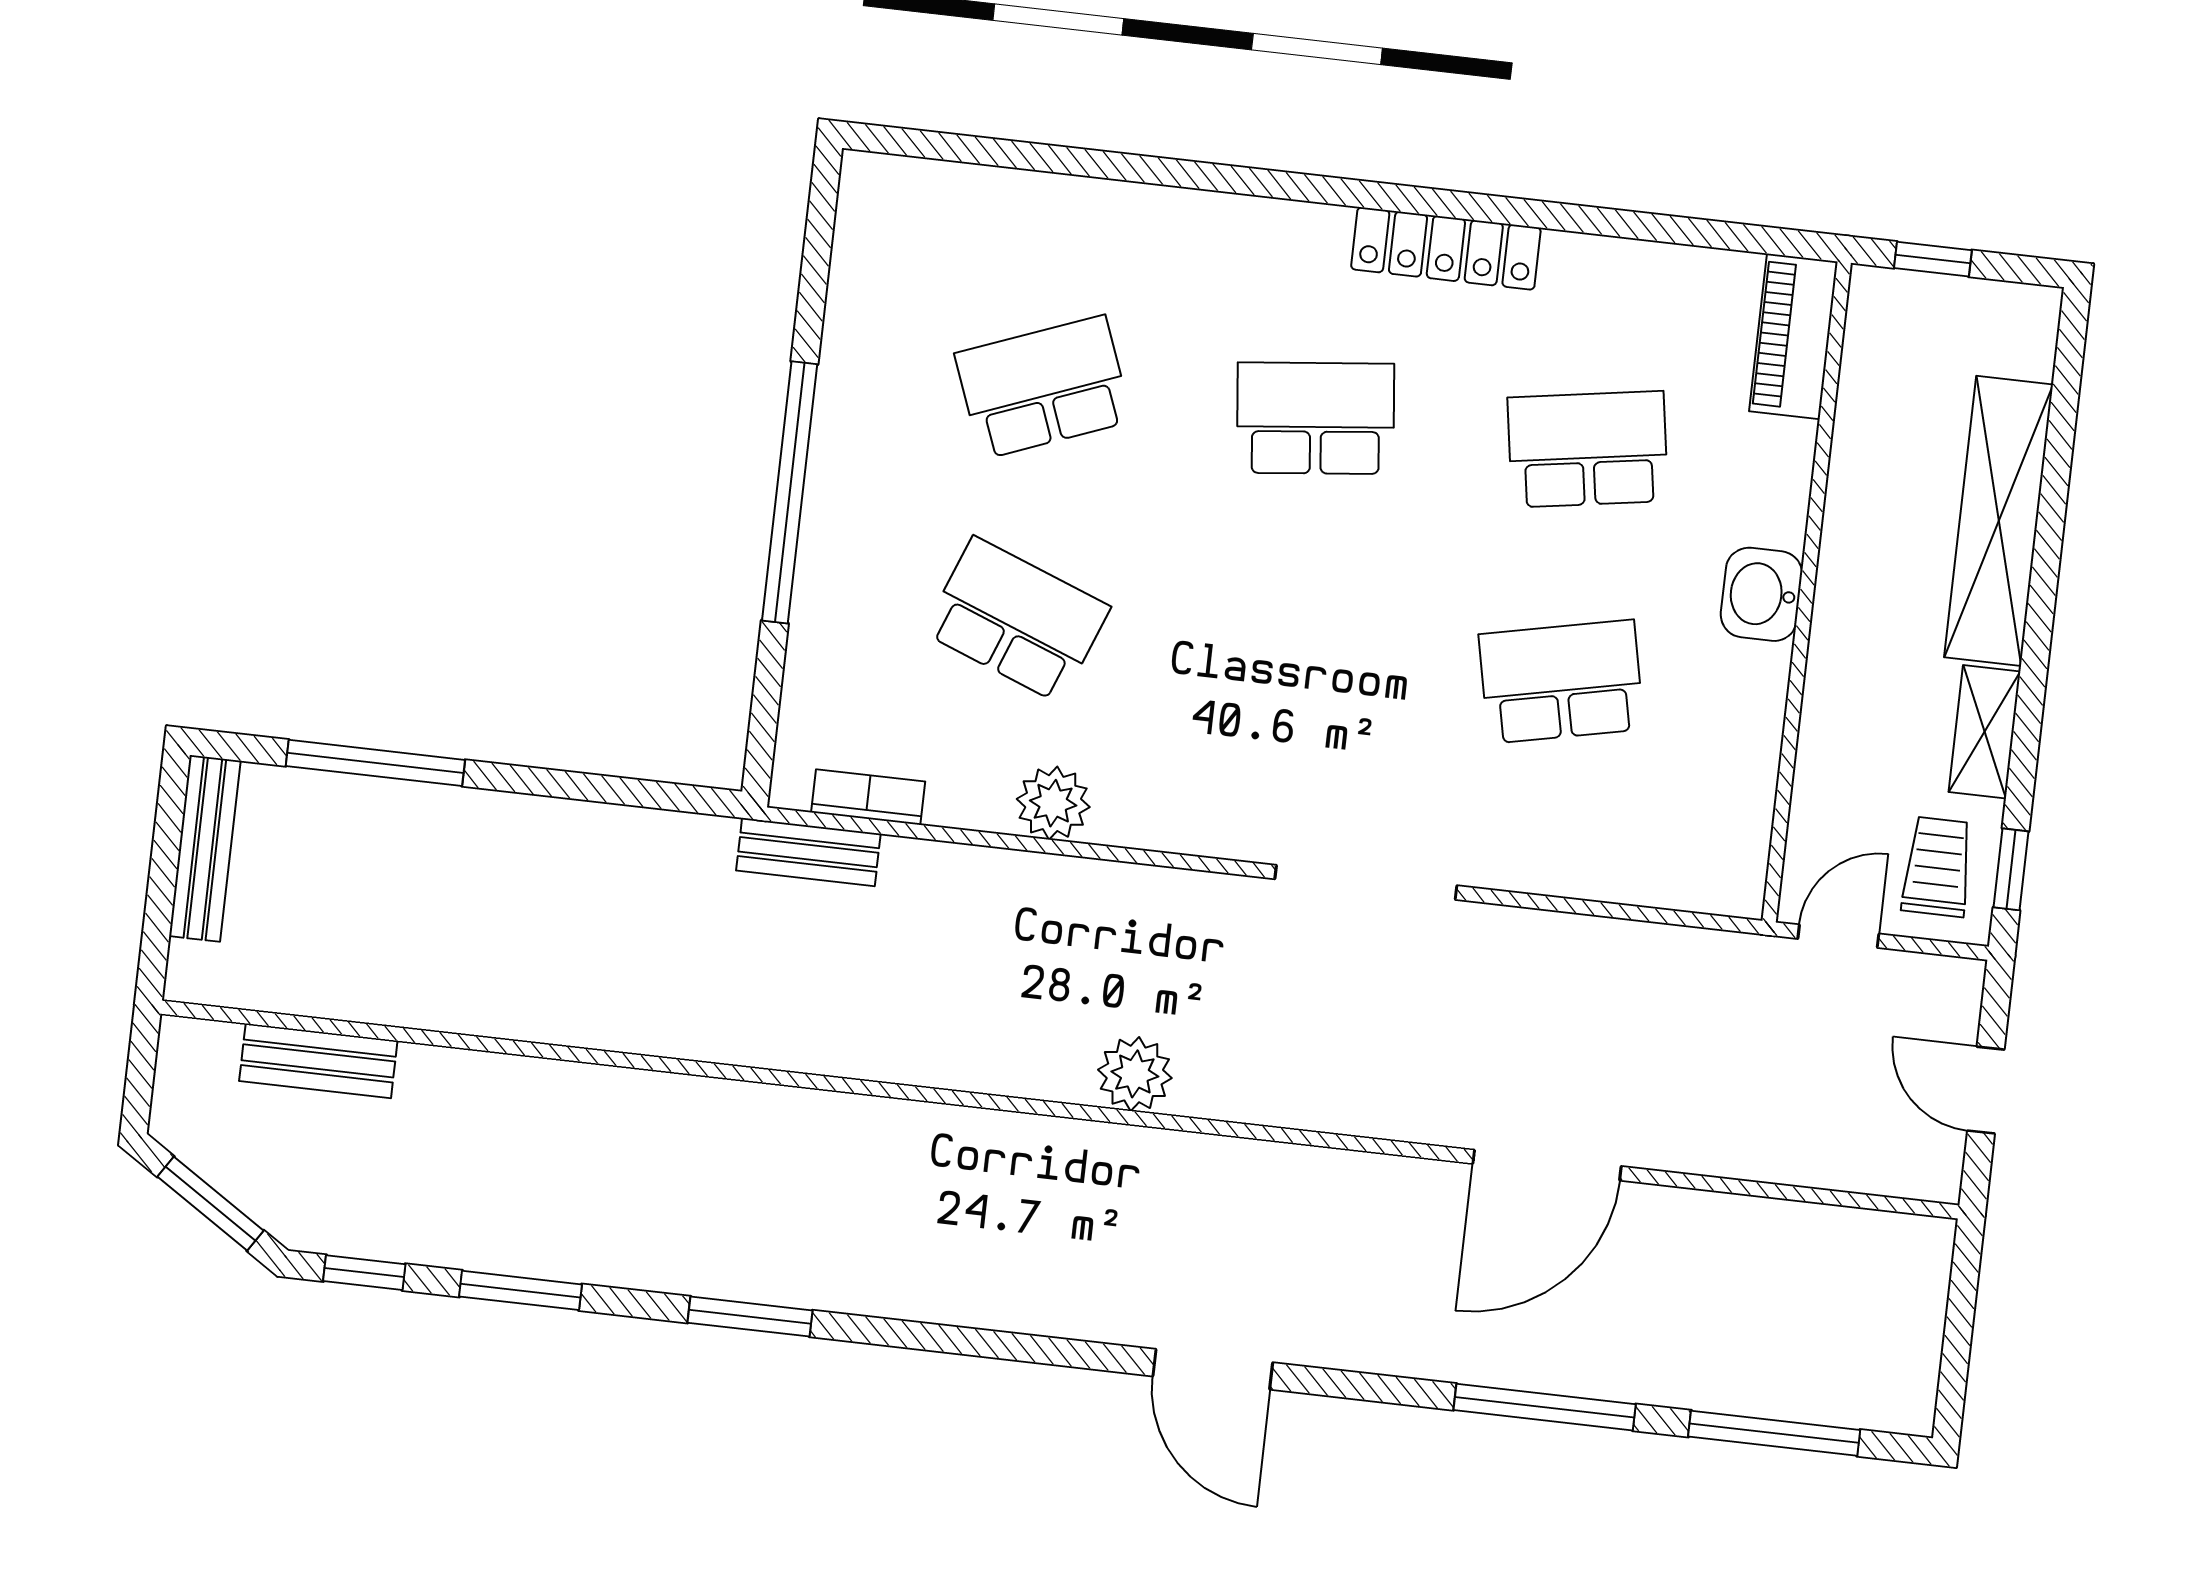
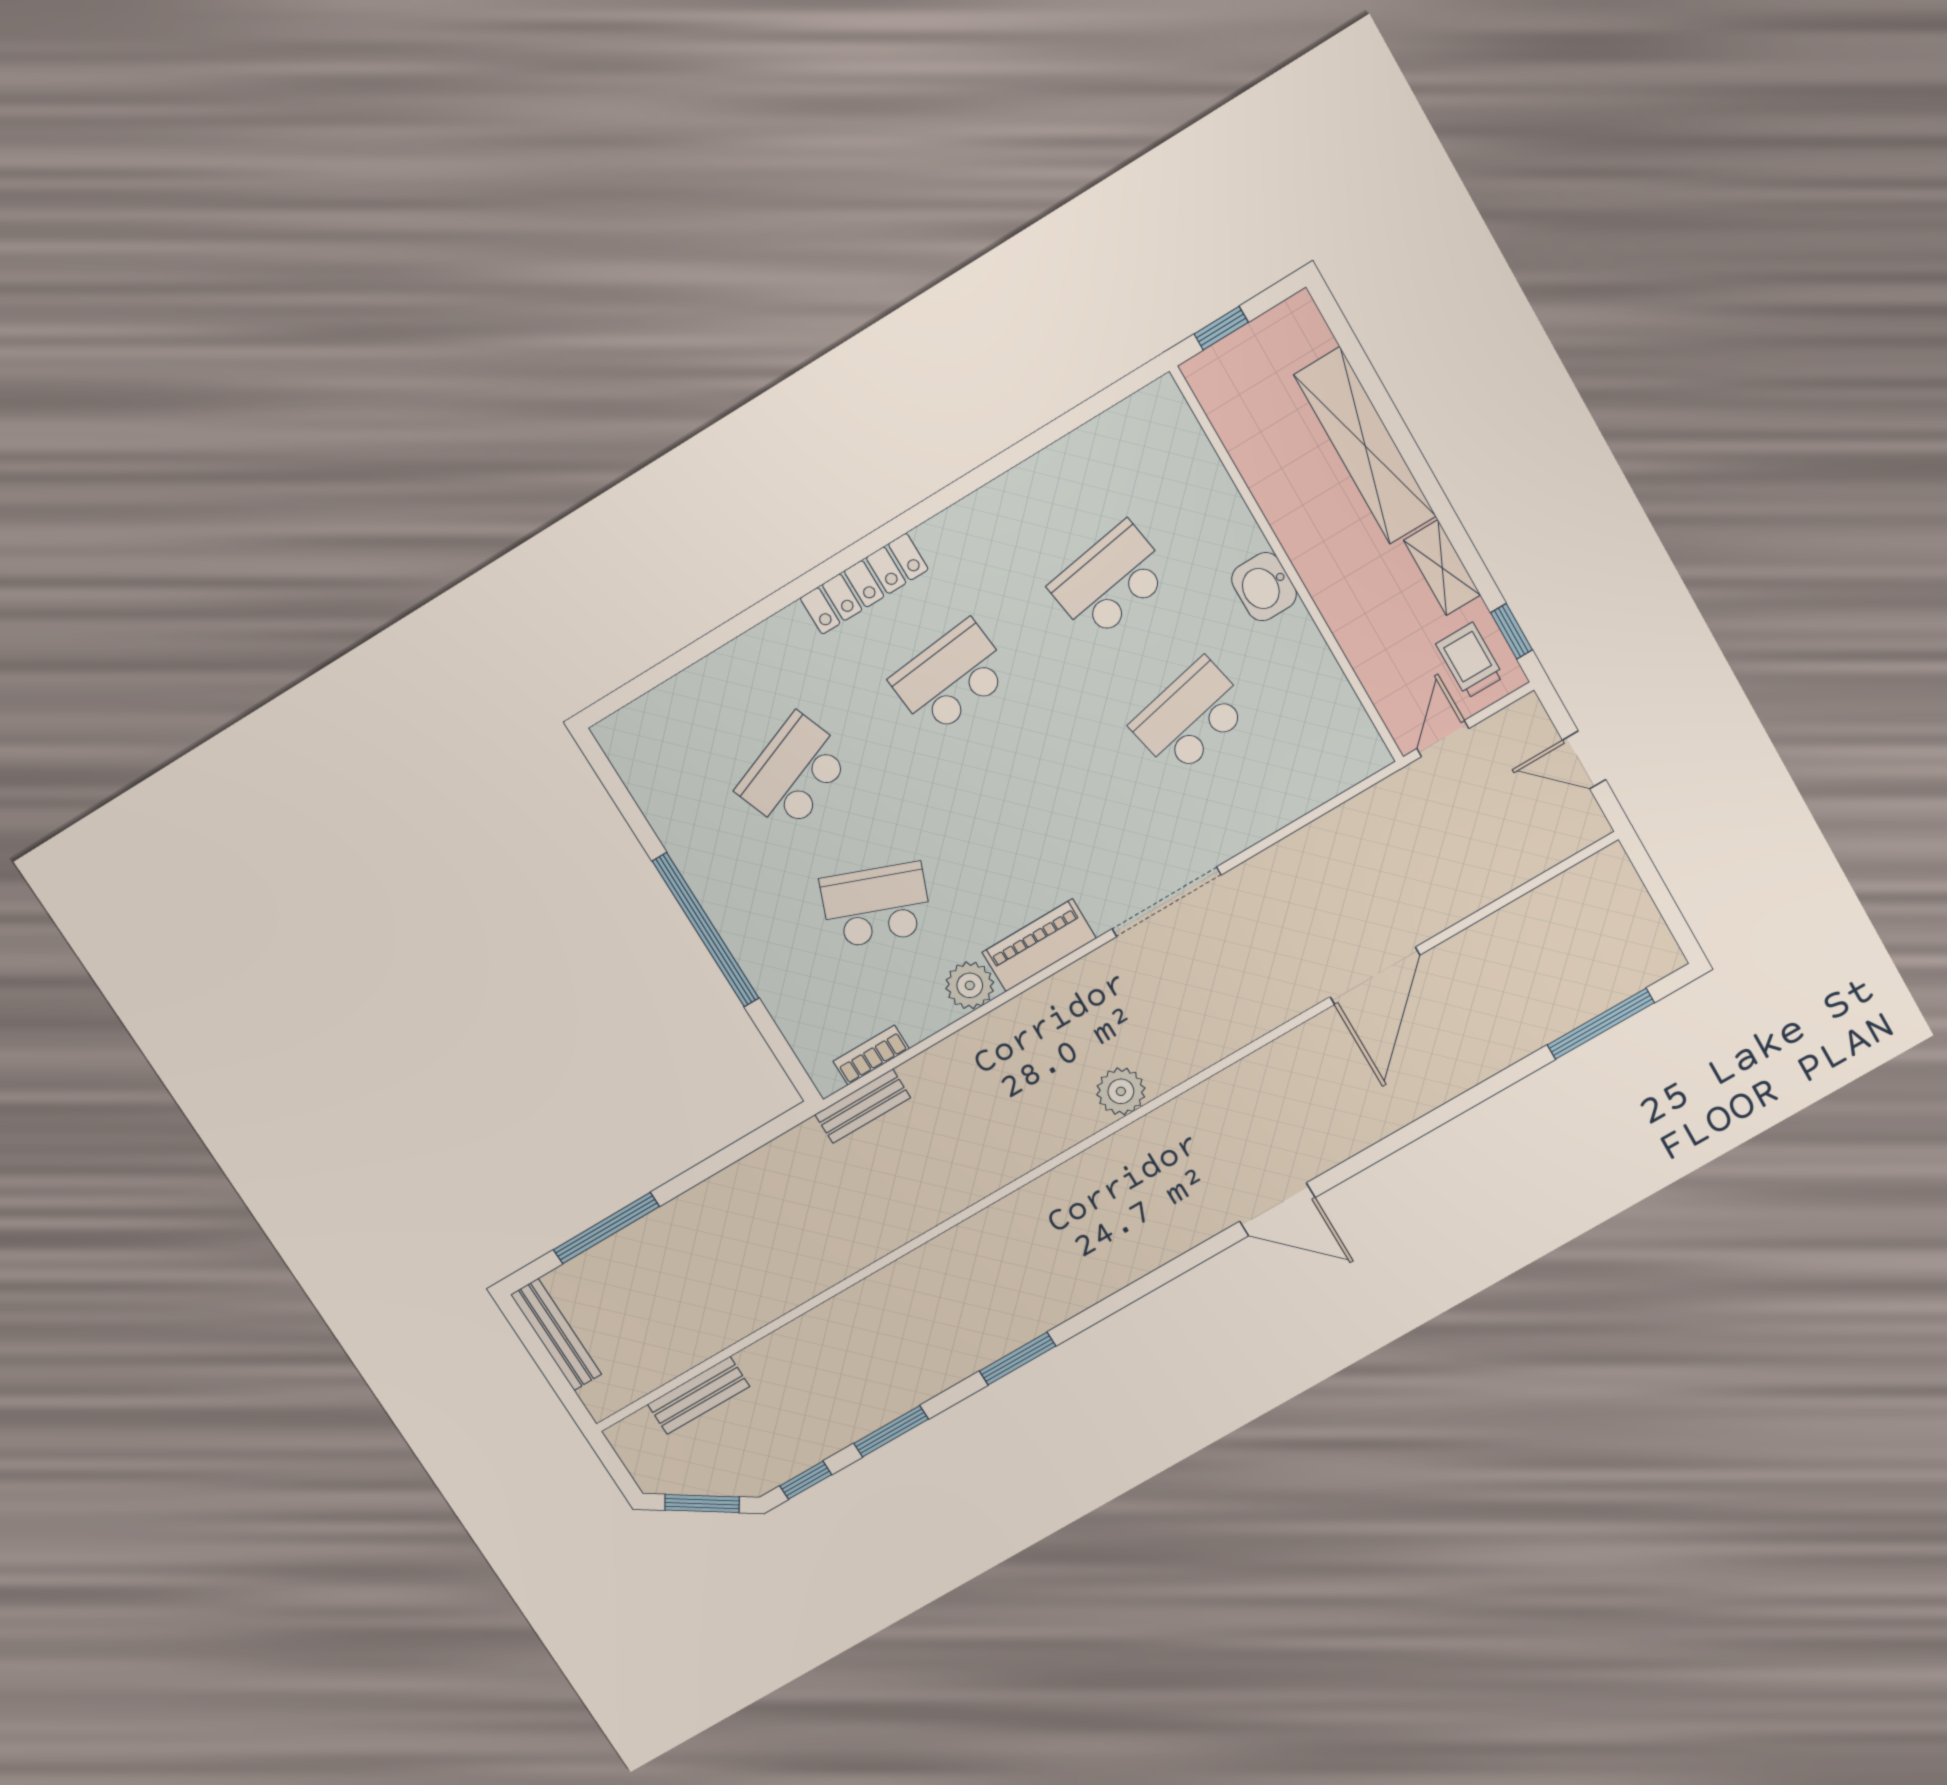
locker: (1446, 248) -> (864, 584), moved
piano: (1794, 336) -> (1039, 945), moved, turned 90
window: (1545, 1407) -> (1467, 1100), removed

